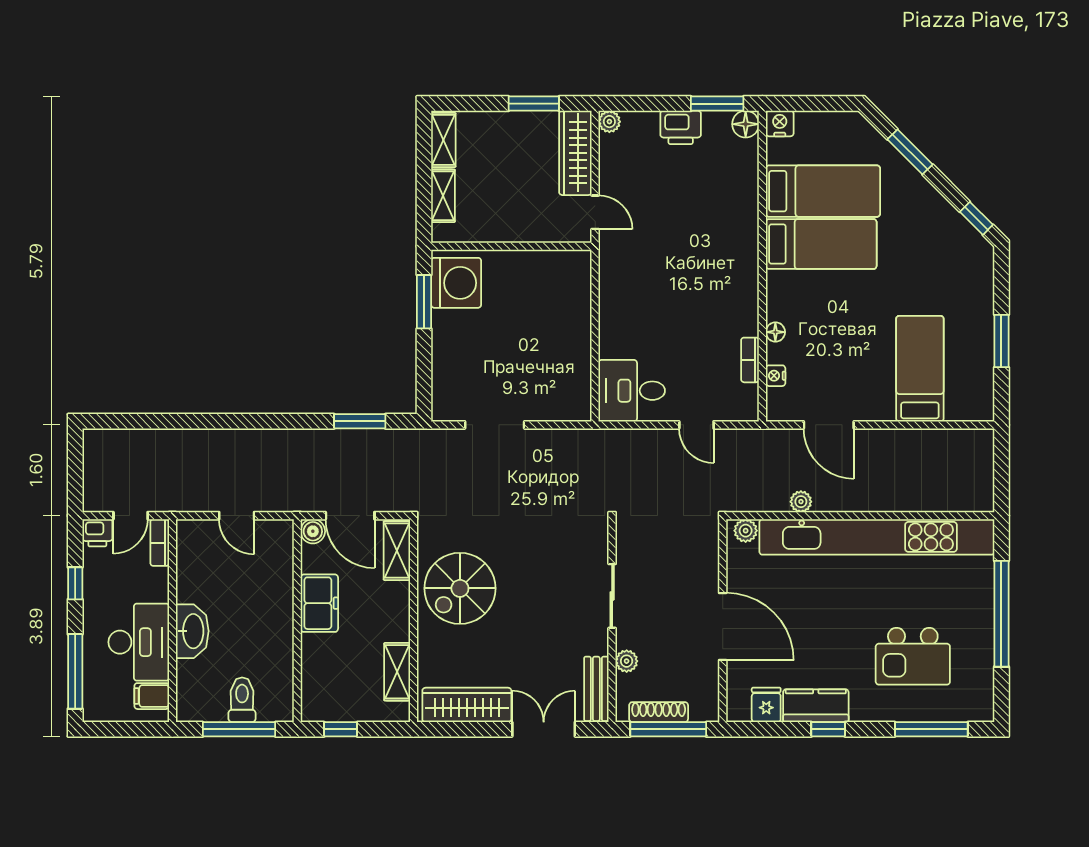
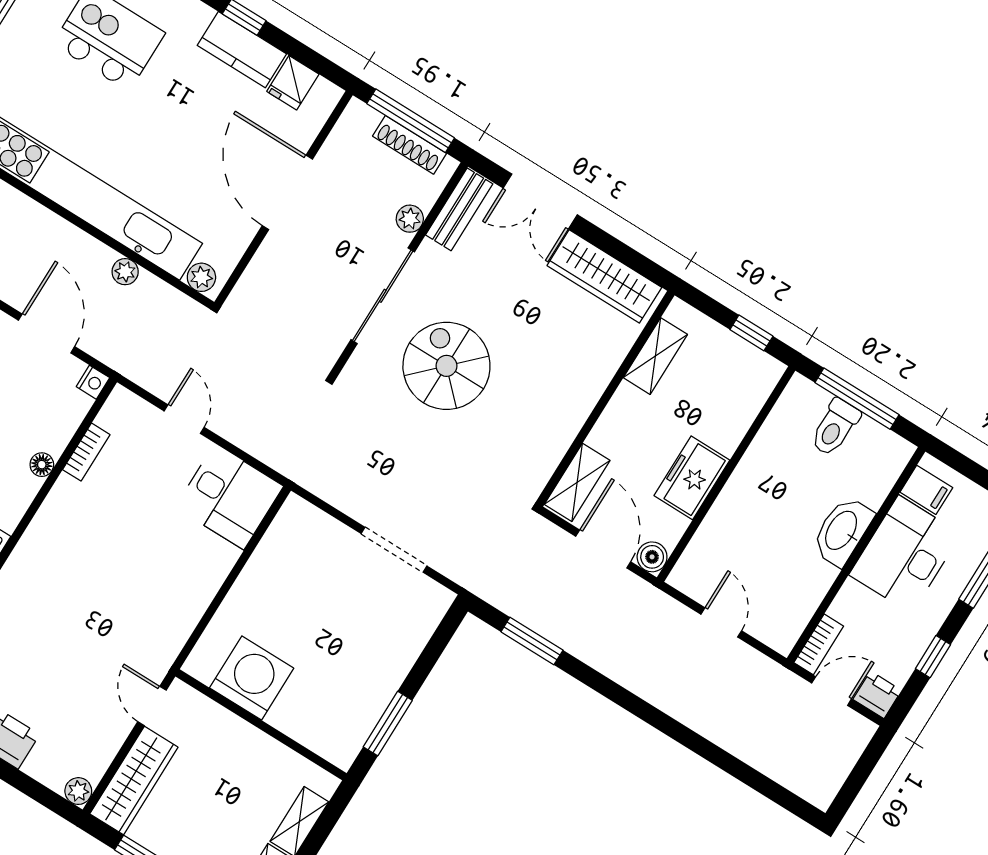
washing machine: (456, 283) -> (252, 678), moved, turned 90
nightstand: (776, 376) -> (93, 382), moved
spiral stairs: (460, 588) -> (446, 366), moved, turned -90
sliding door: (612, 596) -> (383, 296), width x1.37

